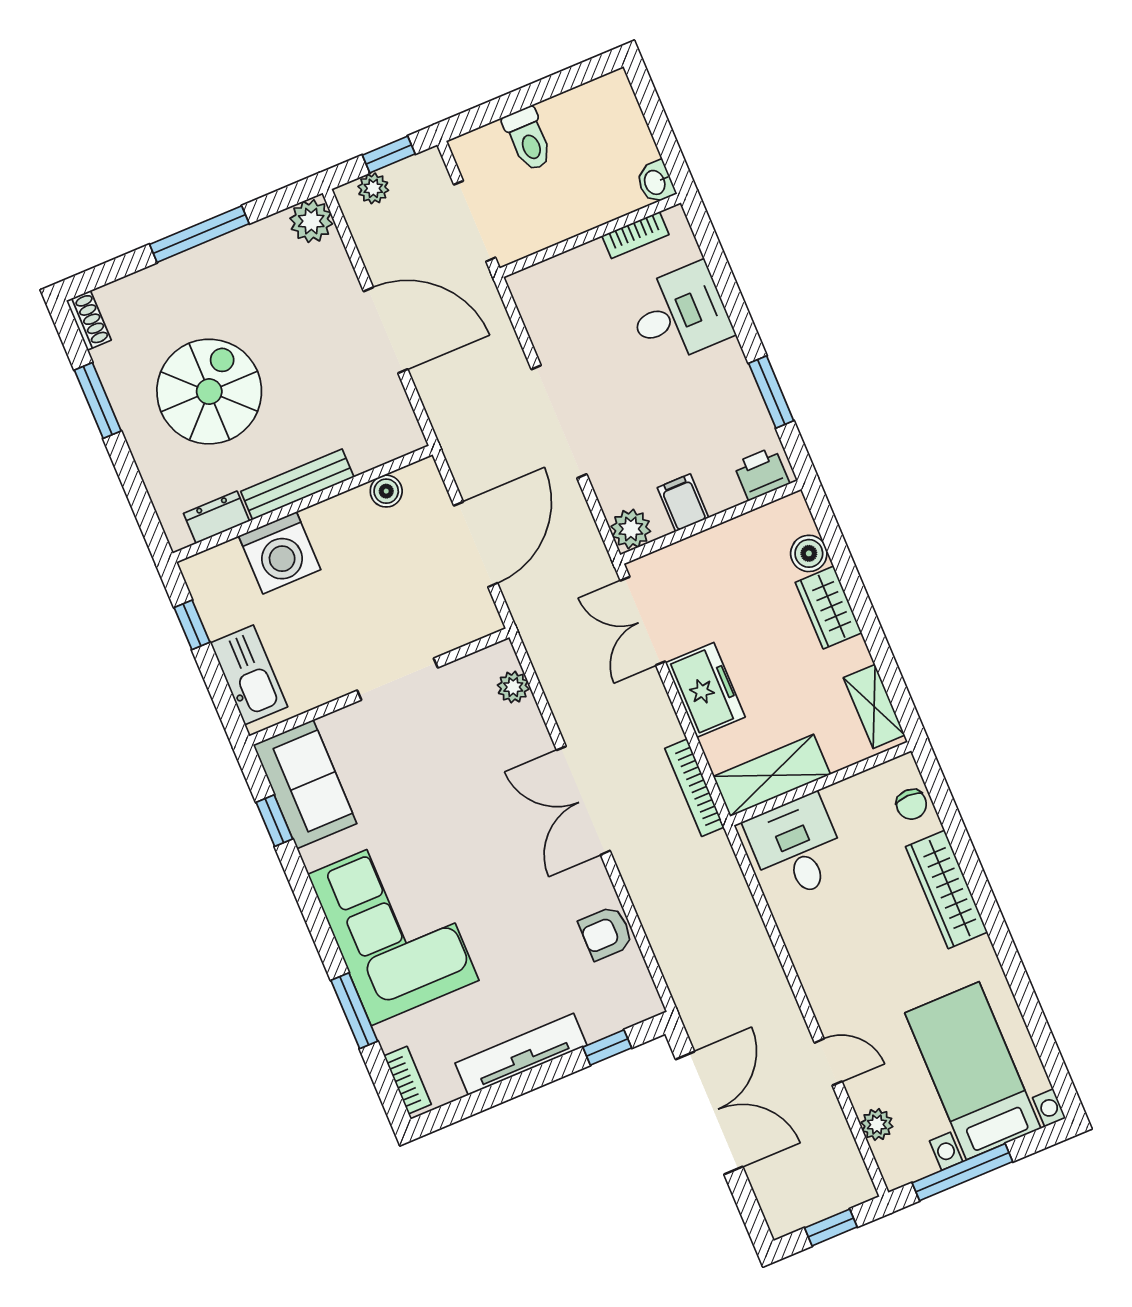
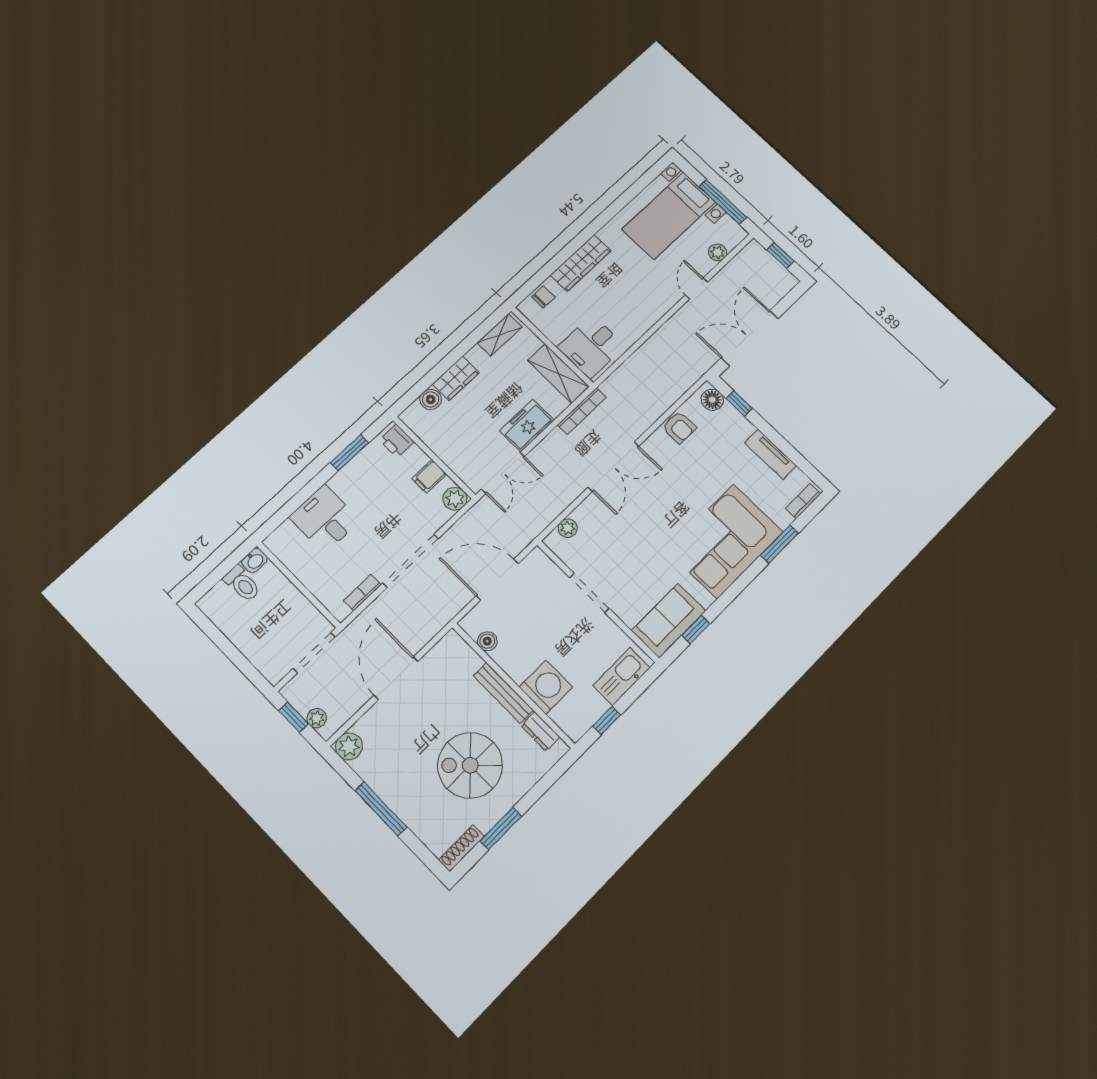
toilet: (528, 139) -> (242, 584), moved, turned 90
bookcase: (635, 235) -> (362, 593), moved, turned -90
shoe rack: (89, 320) -> (461, 848), width x1.43
floor lamp: (630, 1006) -> (712, 400), added
tv unit: (521, 1054) -> (771, 454), width x0.71

